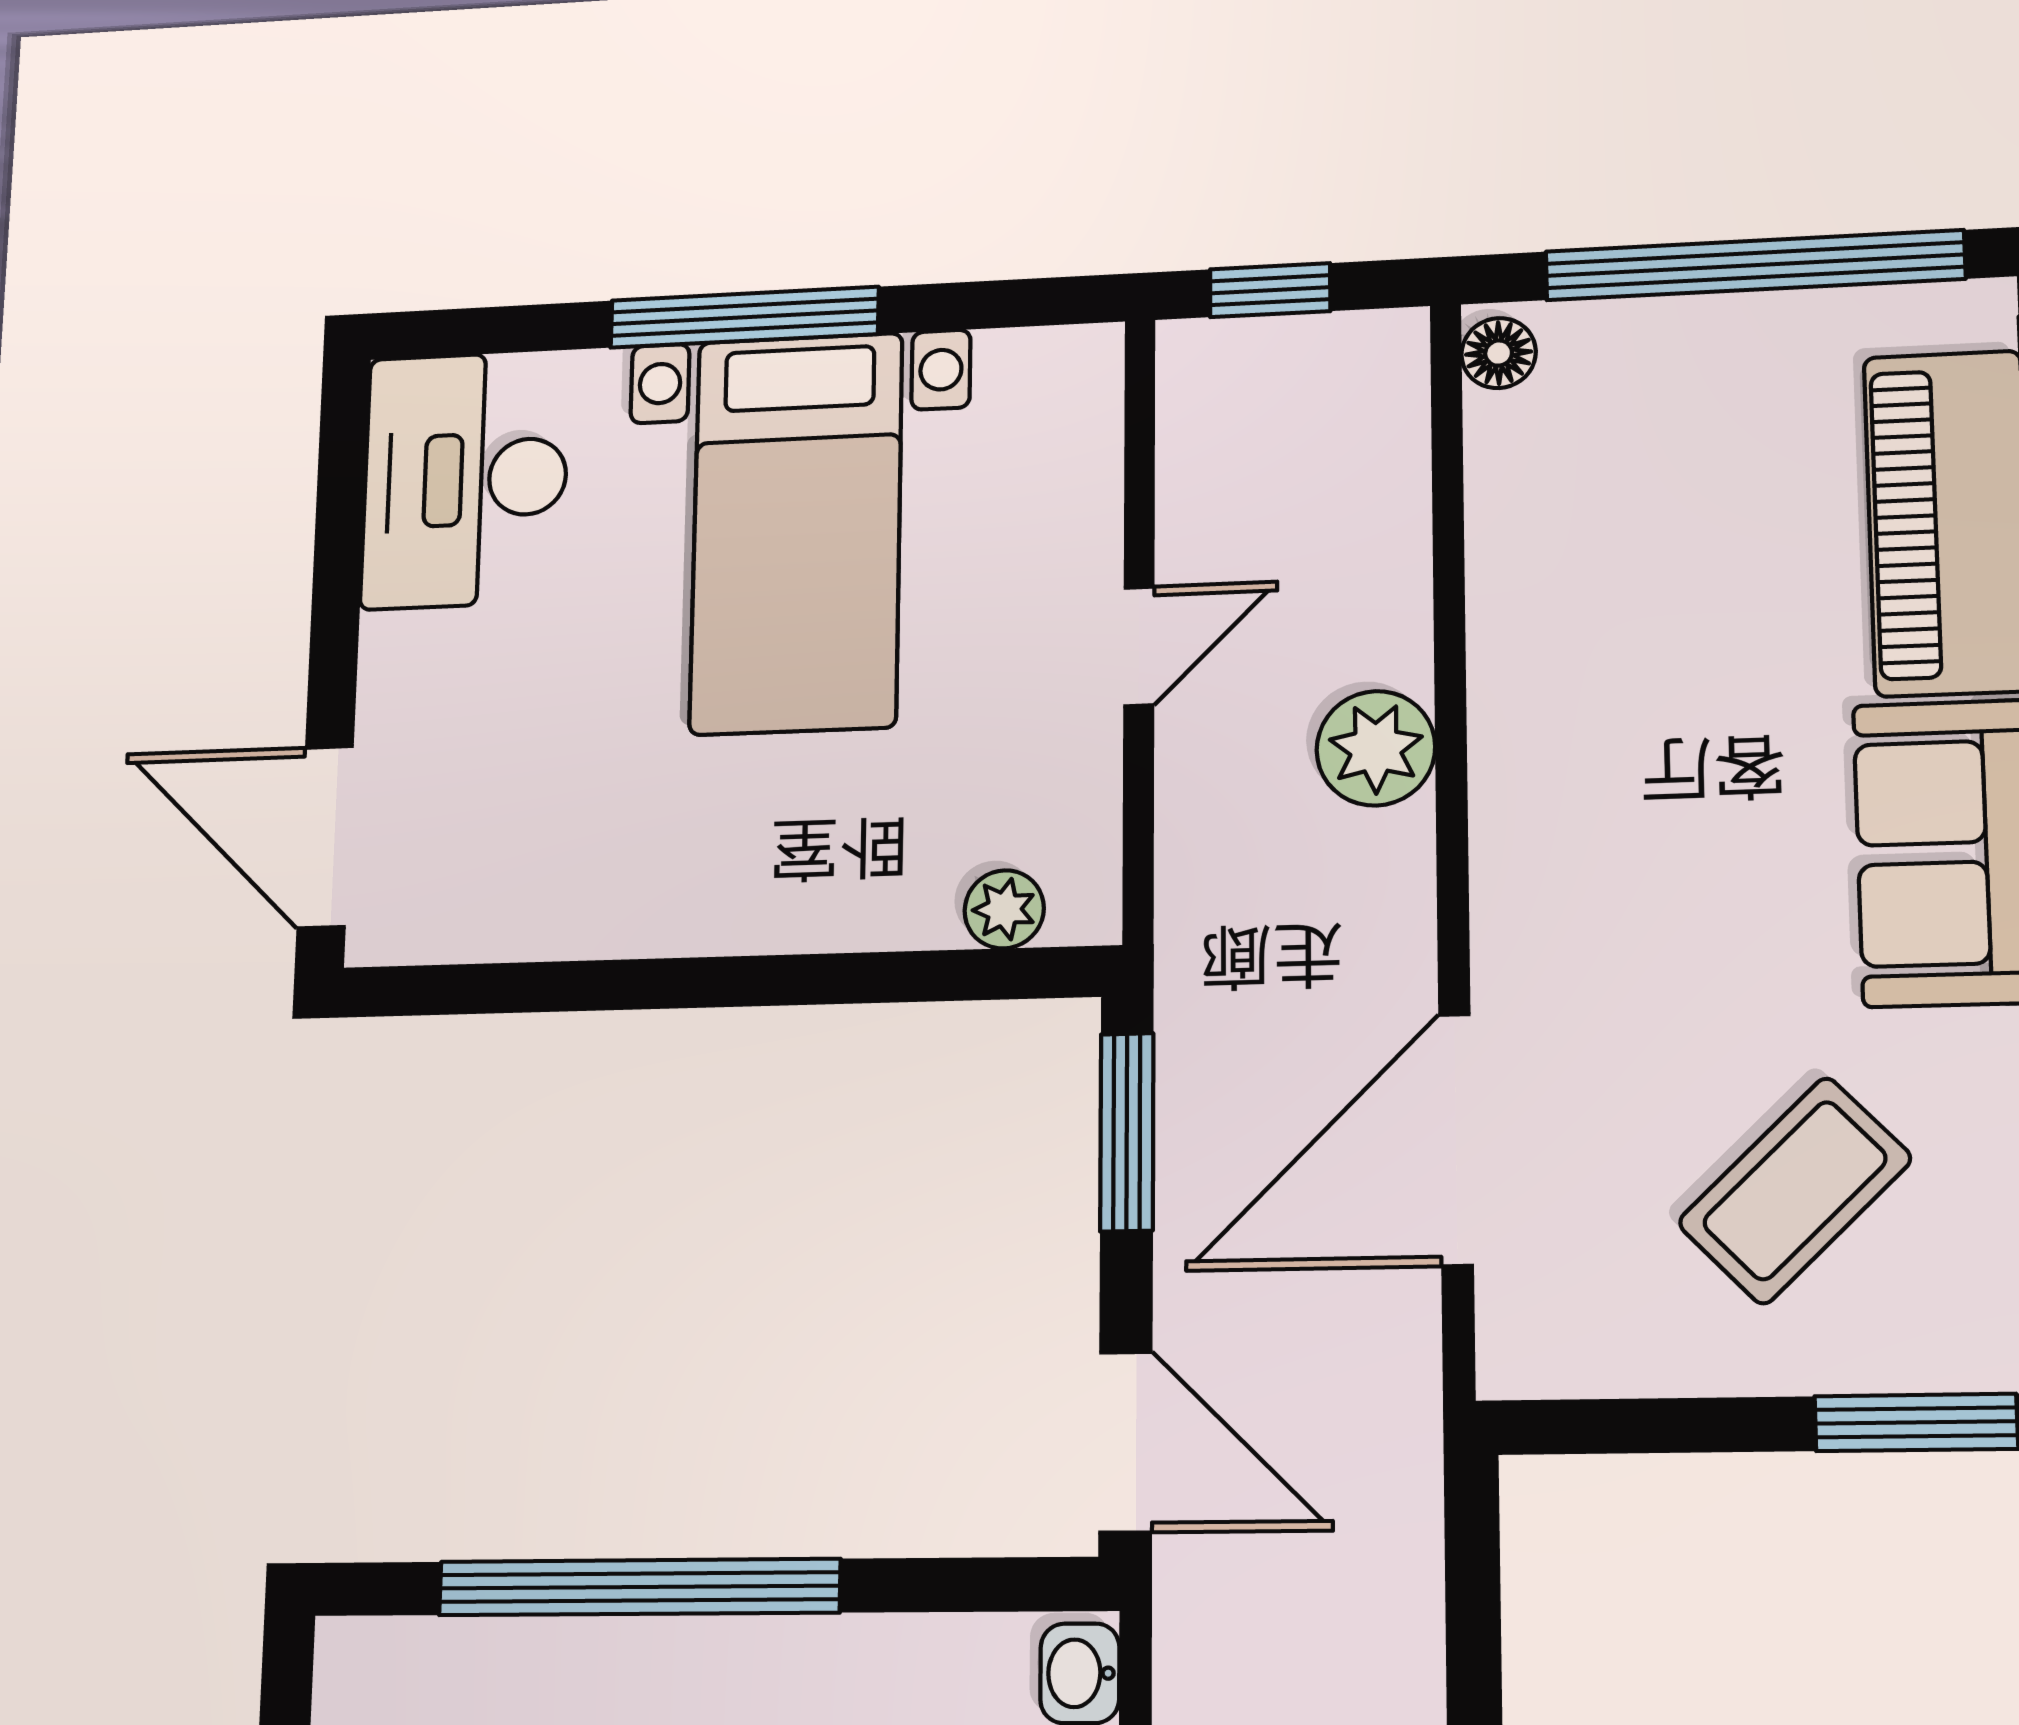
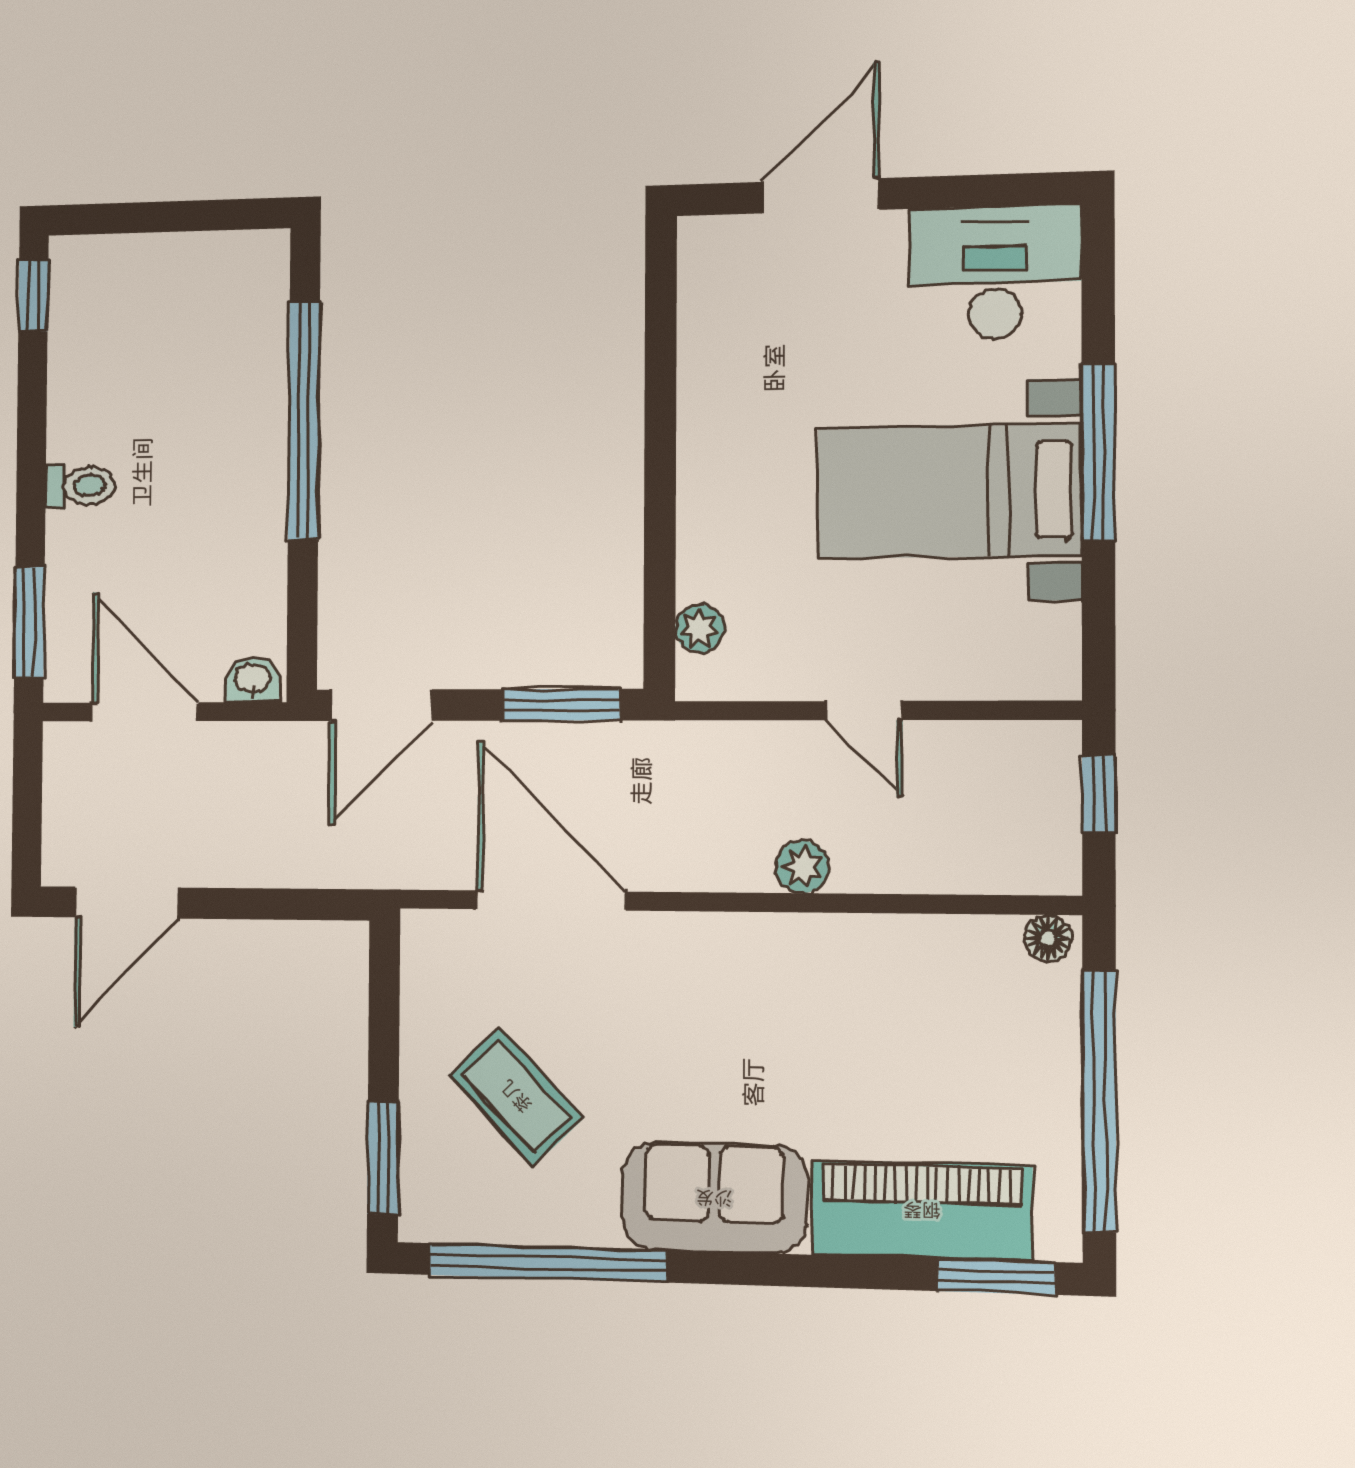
plant: (1376, 748) -> (802, 867), width x0.73, depth x0.73
door: (325, 837) -> (820, 196), moved

